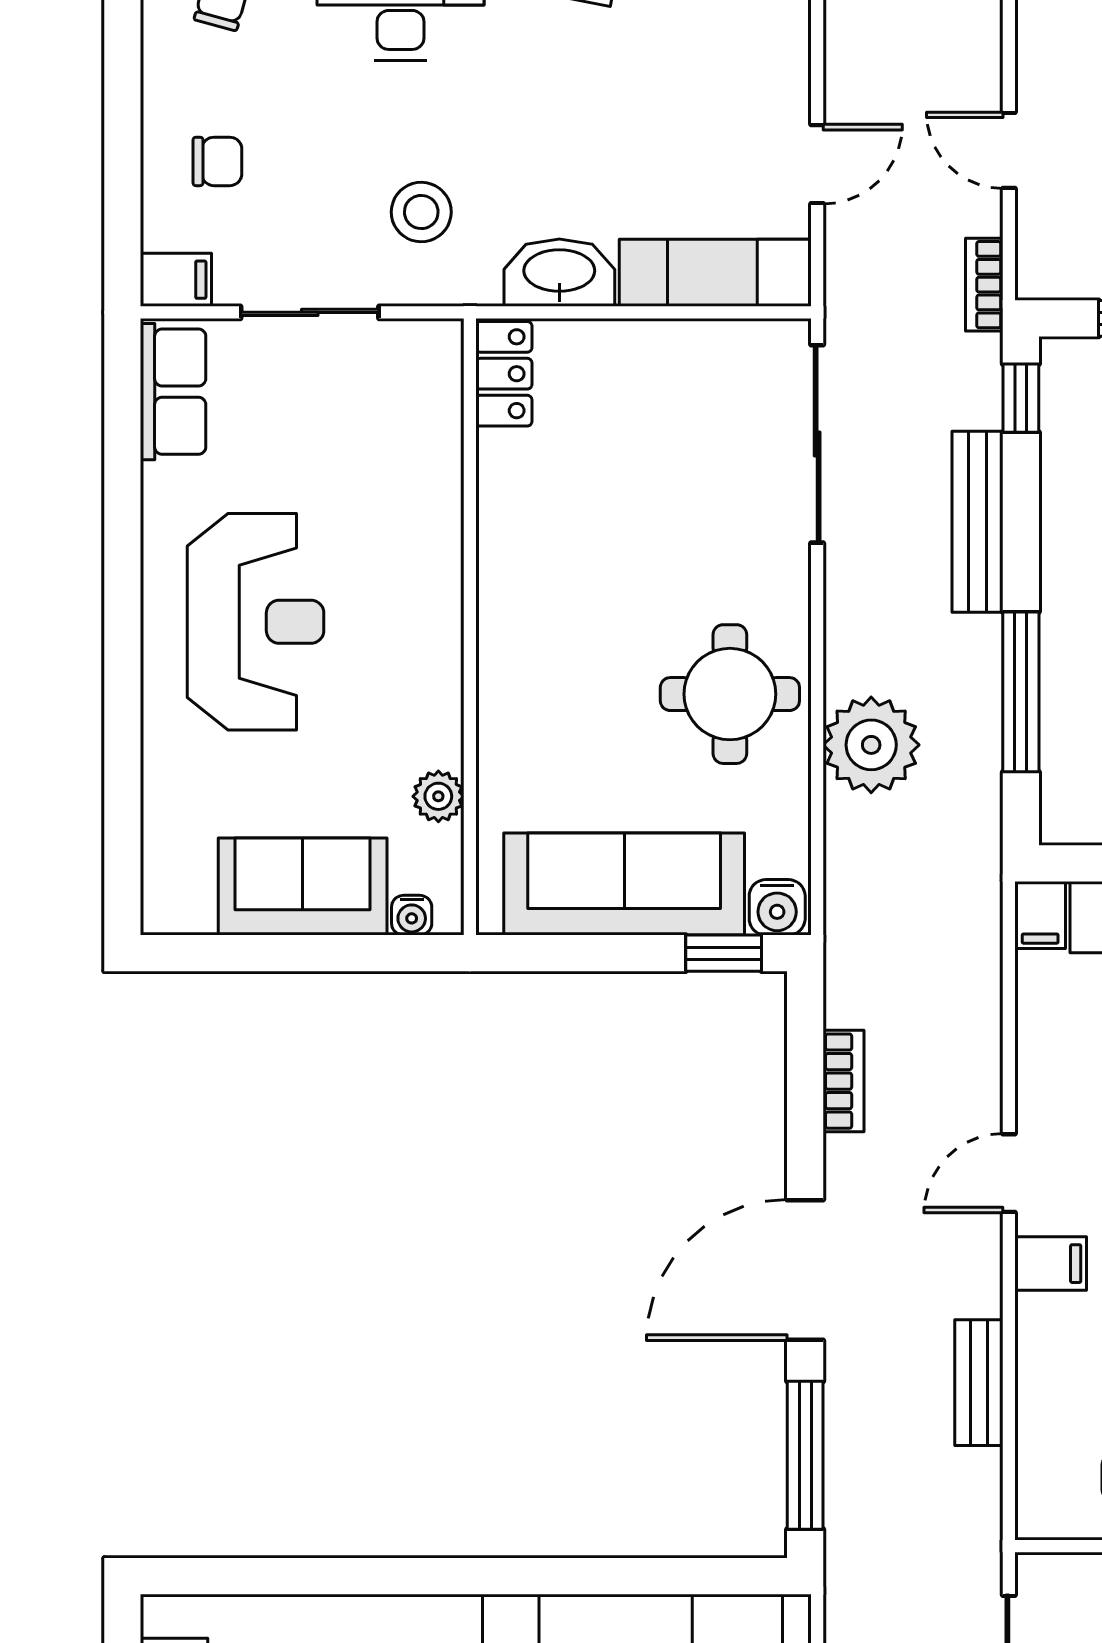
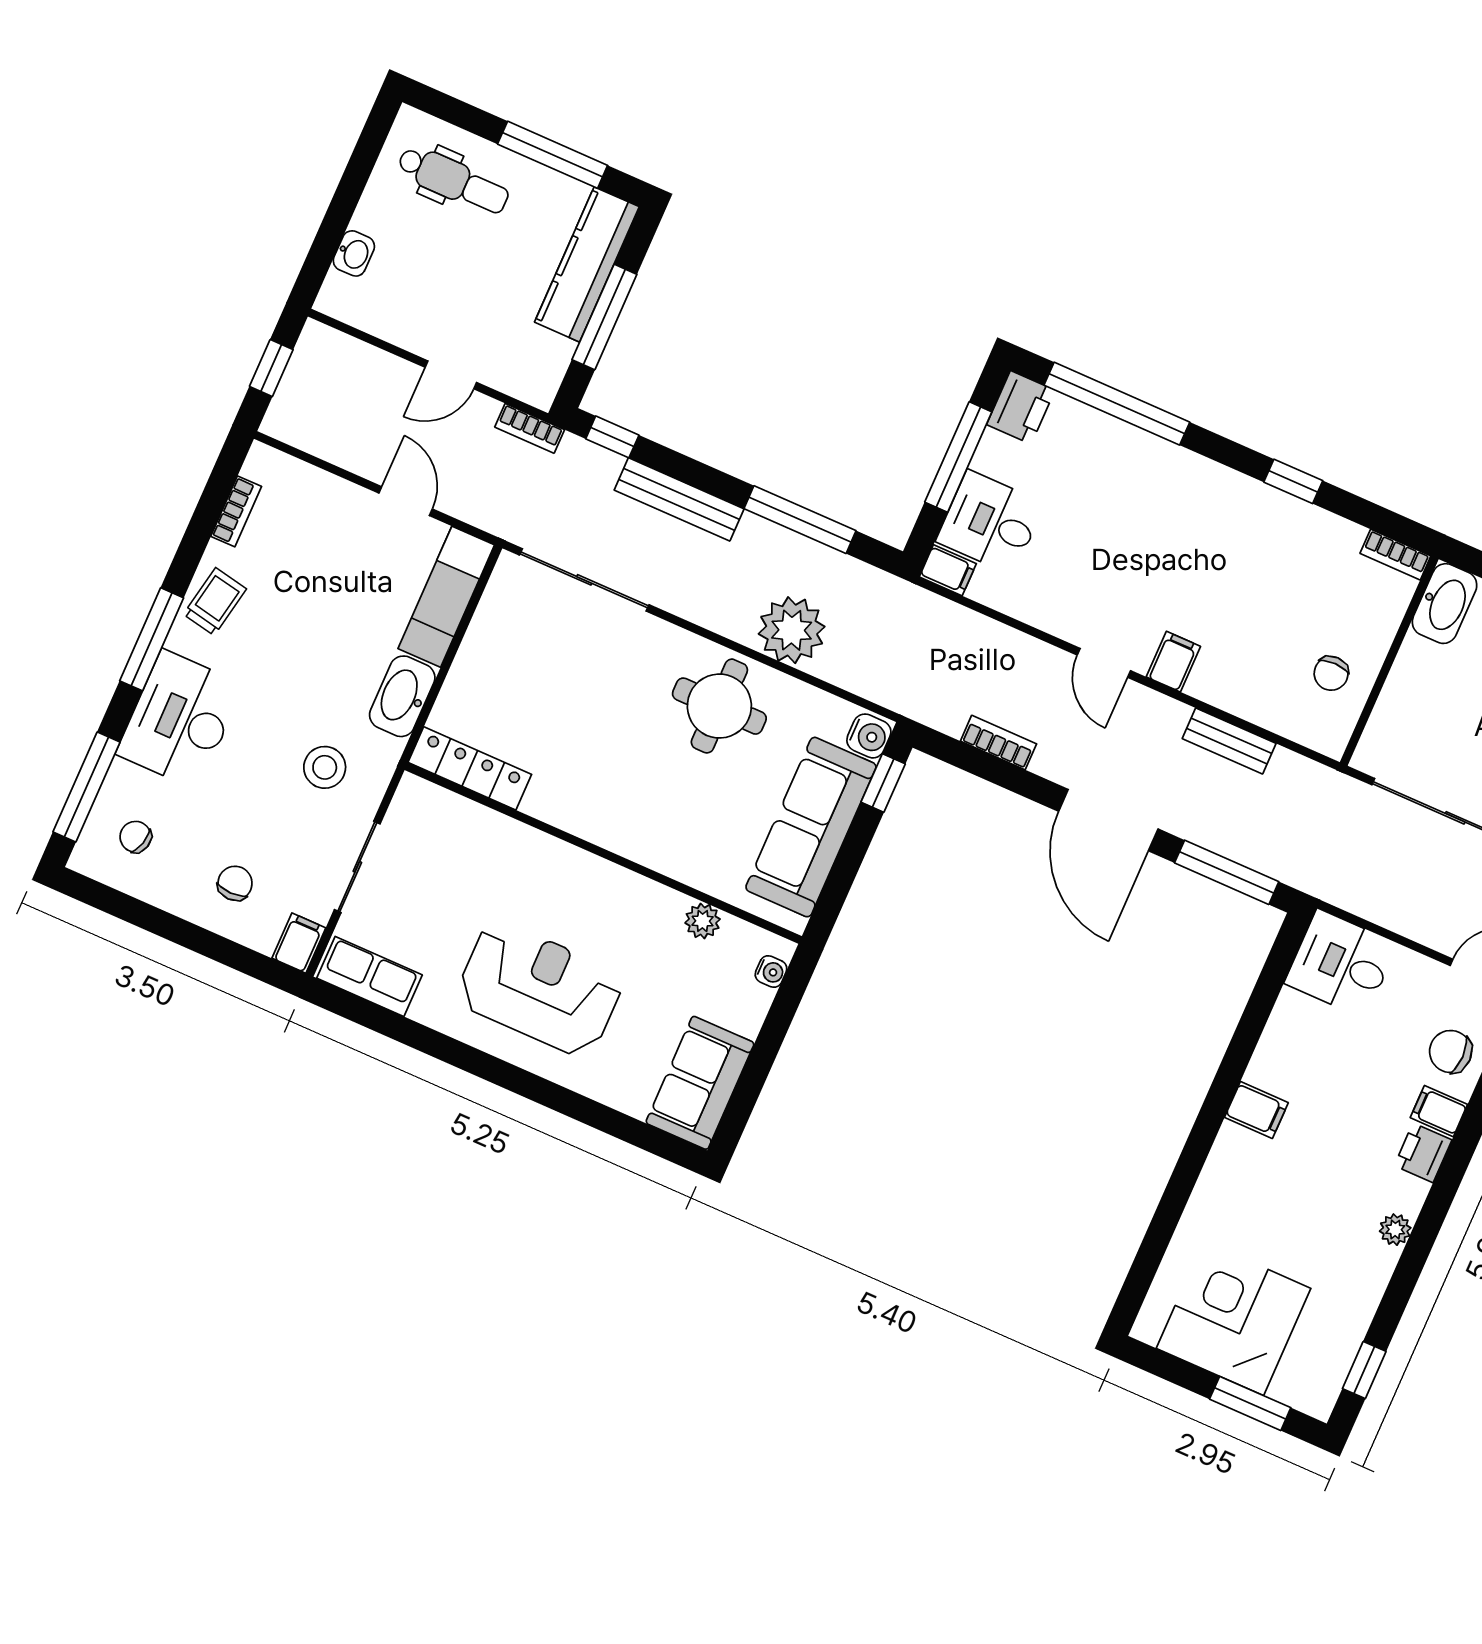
locker: (504, 374) -> (470, 768), width x1.53
sofa: (303, 887) -> (700, 1083), moved

